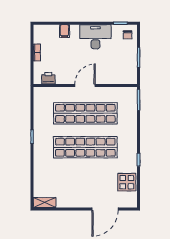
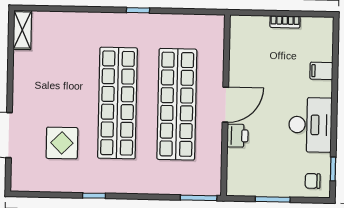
printer: (48, 78) -> (238, 136), moved
door: (85, 86) -> (225, 105), hinge flipped
display table: (127, 182) -> (62, 143), moved

